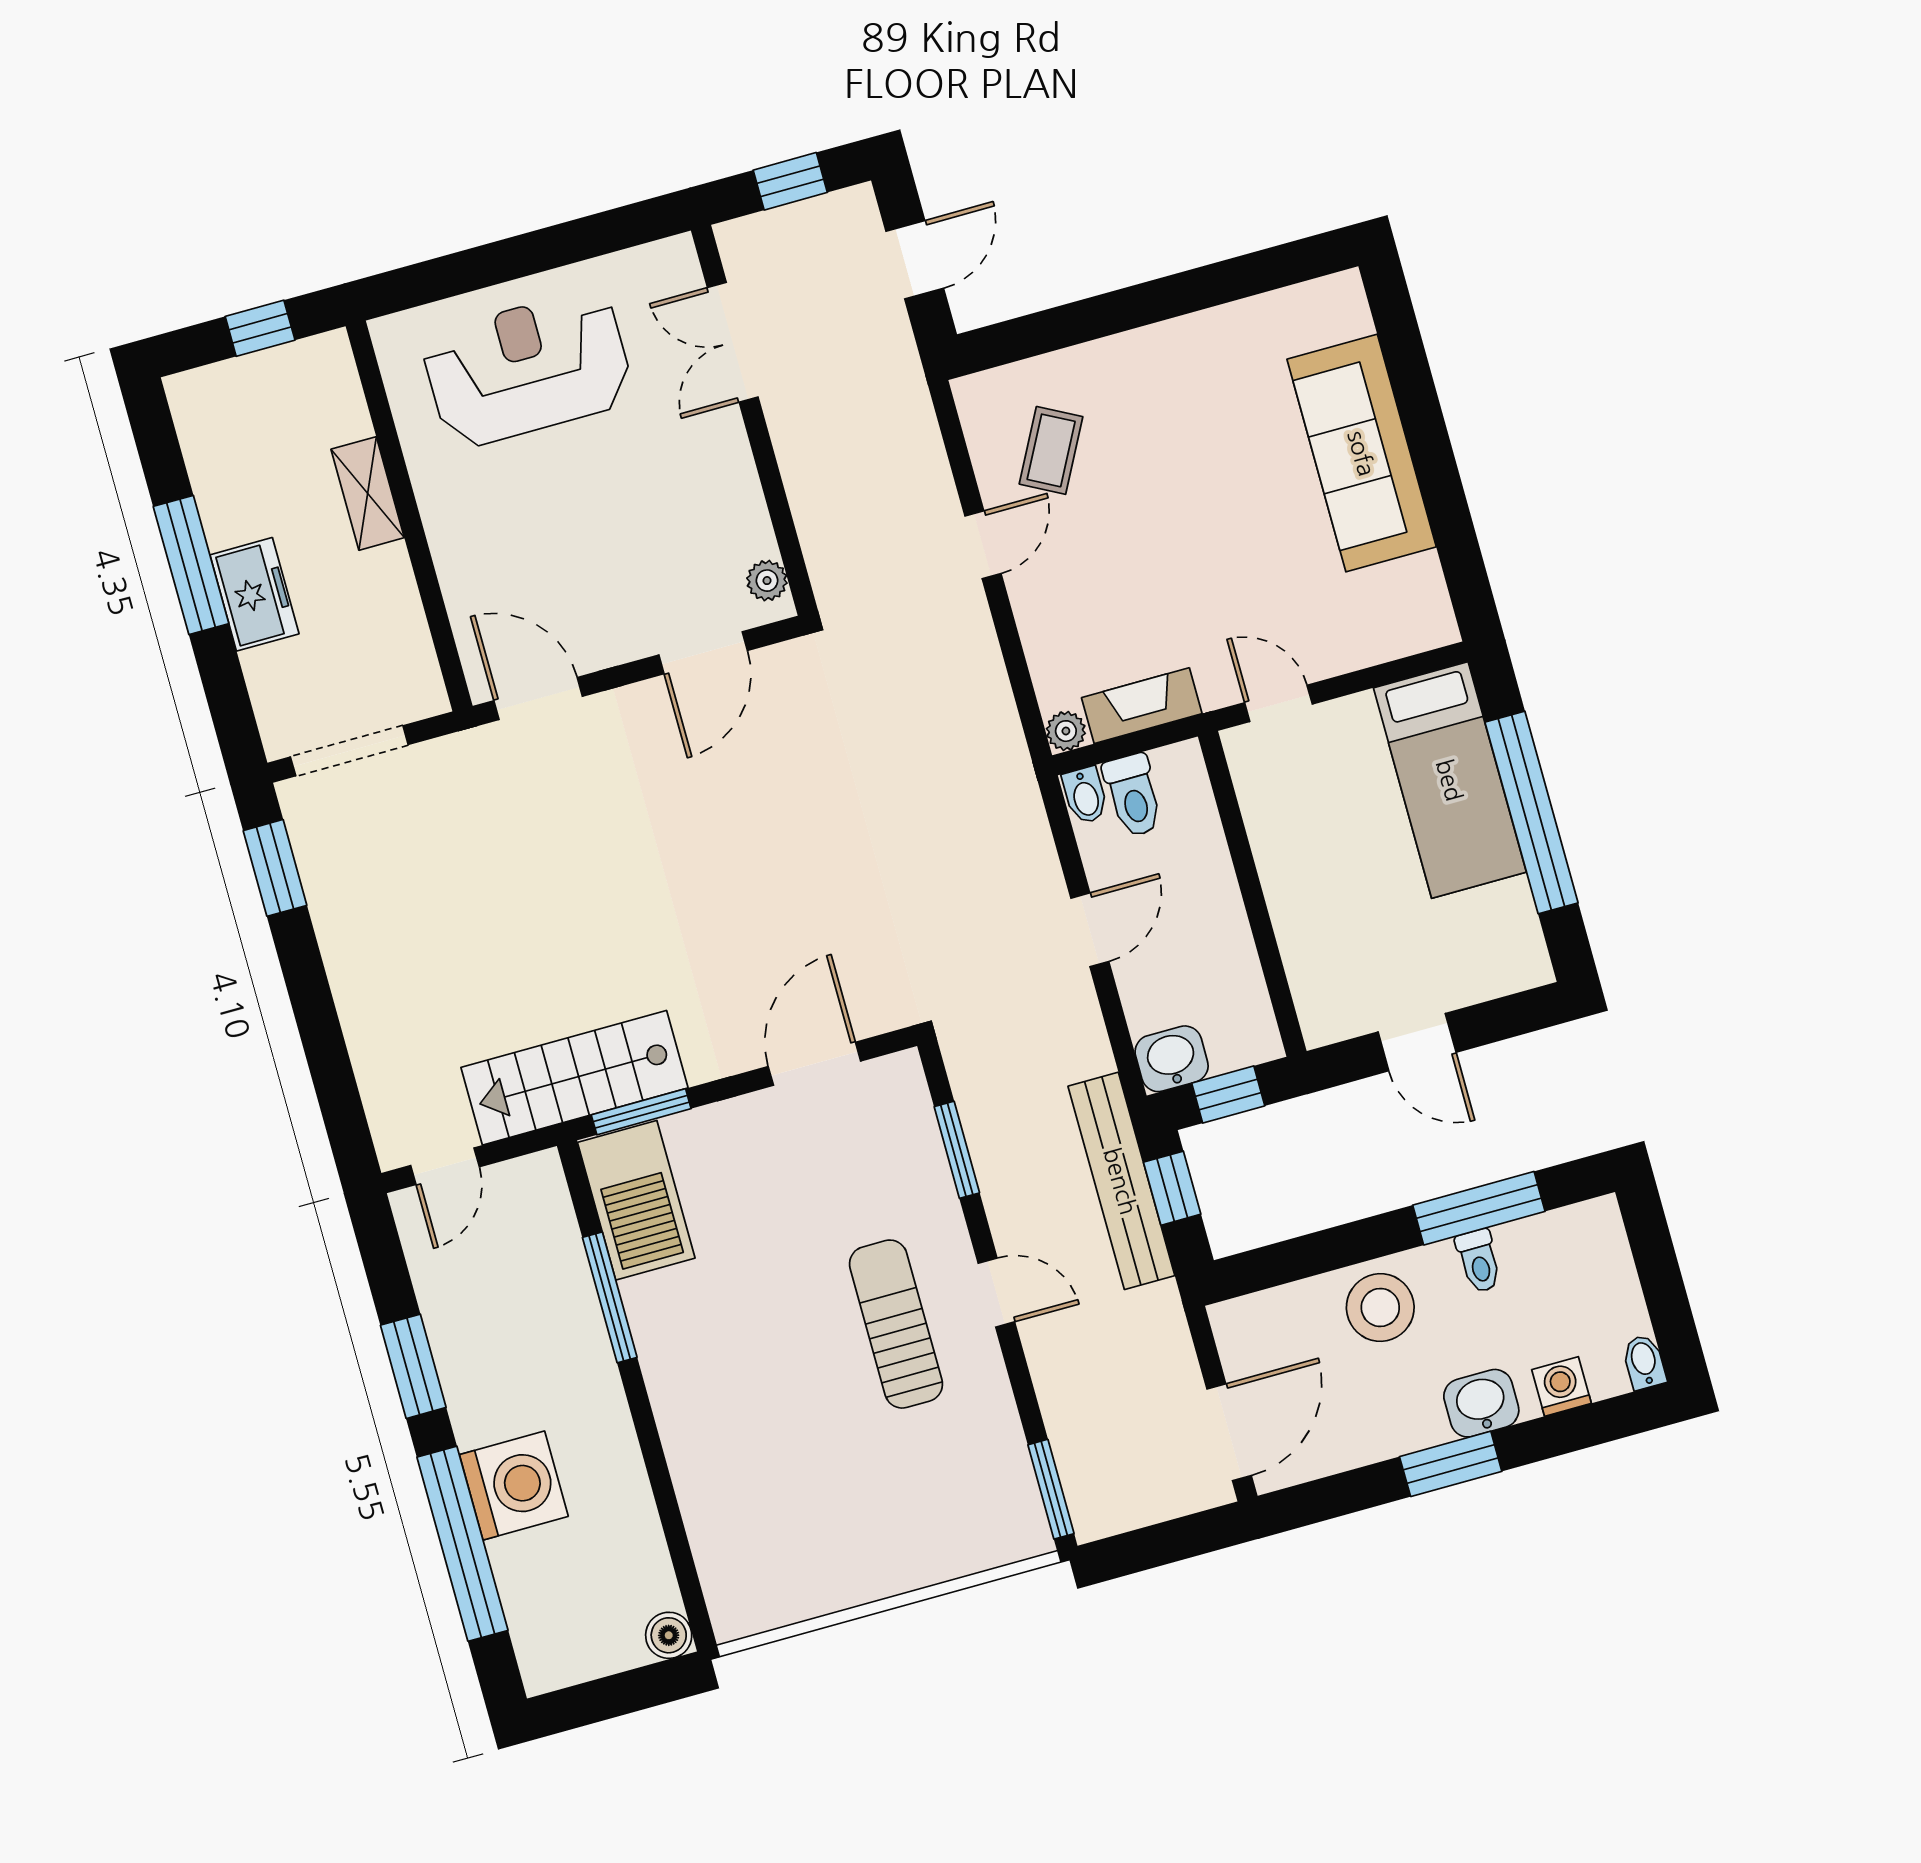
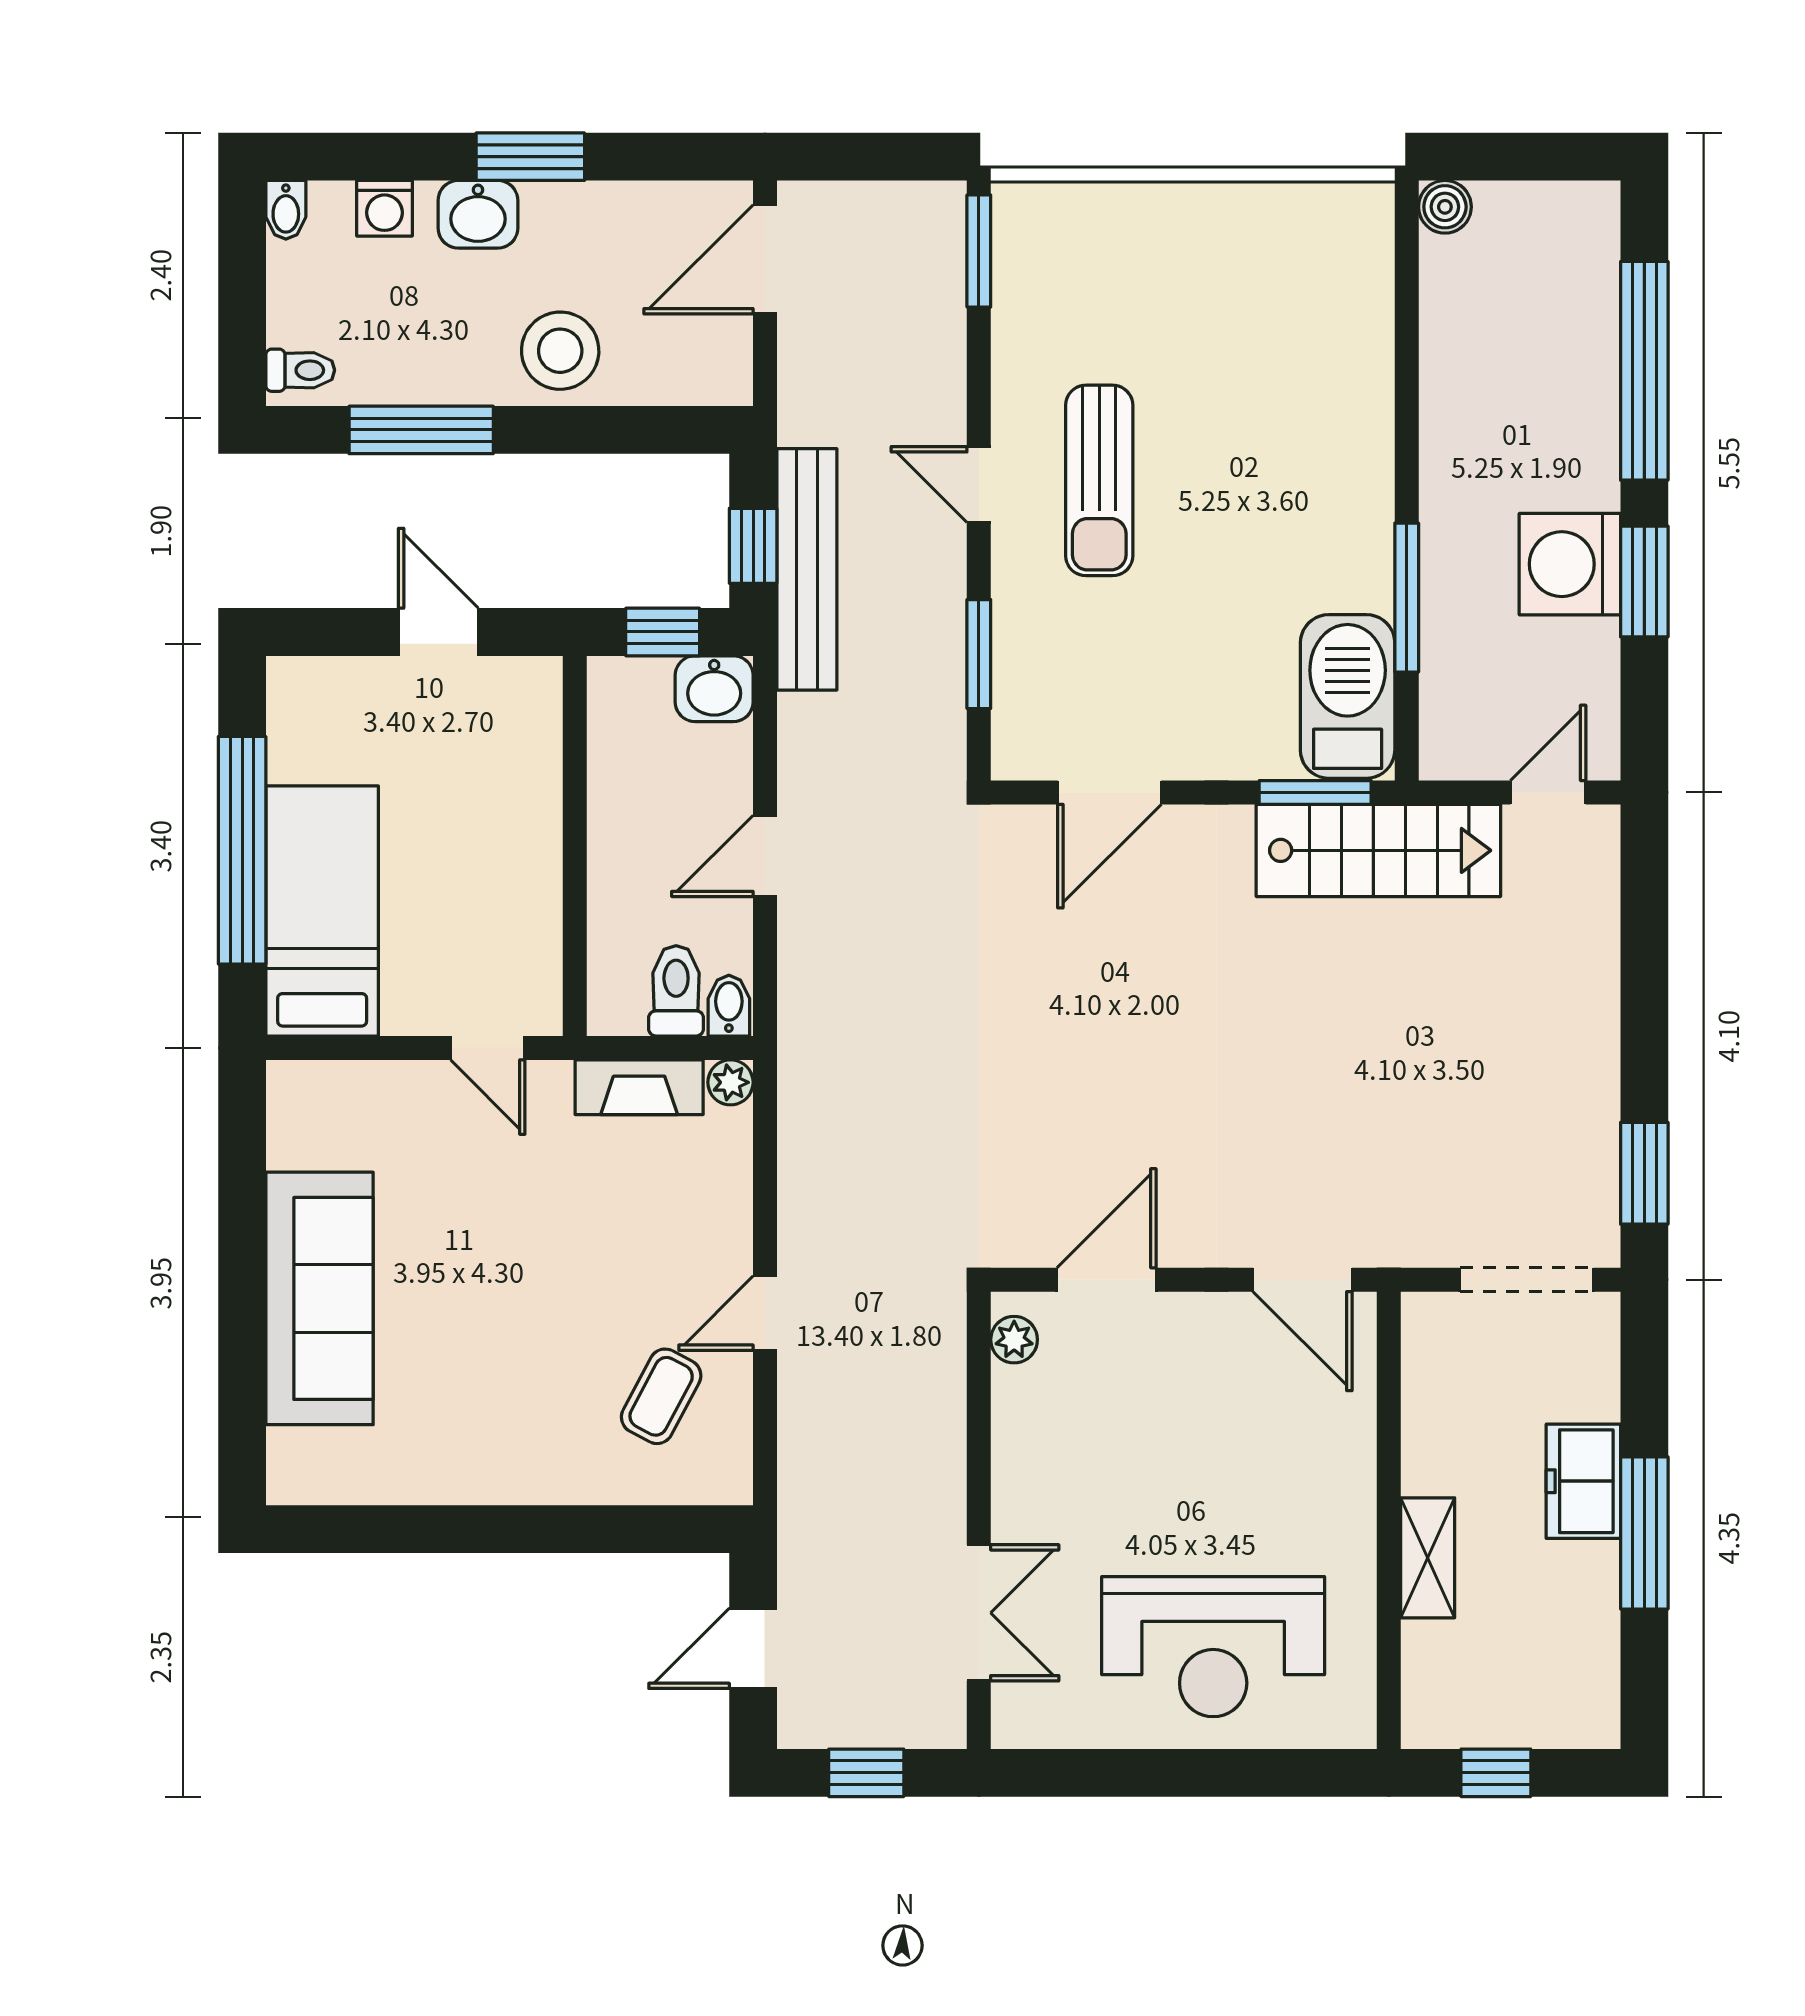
toilet: (1479, 1261) -> (300, 370), moved, turned 90
washing machine: (514, 1485) -> (1570, 564), moved

